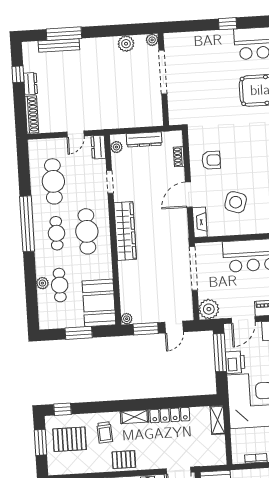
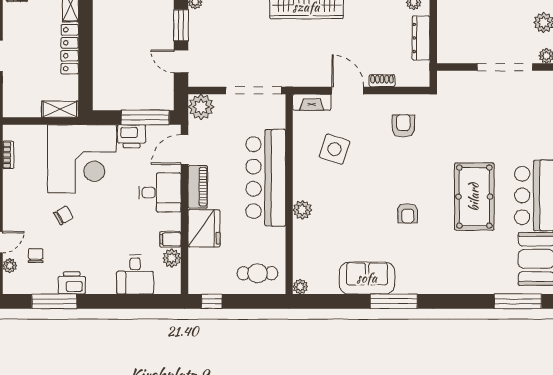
shoe rack: (179, 157) -> (382, 81), moved
armchair: (211, 160) -> (403, 126), moved, turned 180
door: (243, 320) -> (185, 150), hinge flipped

